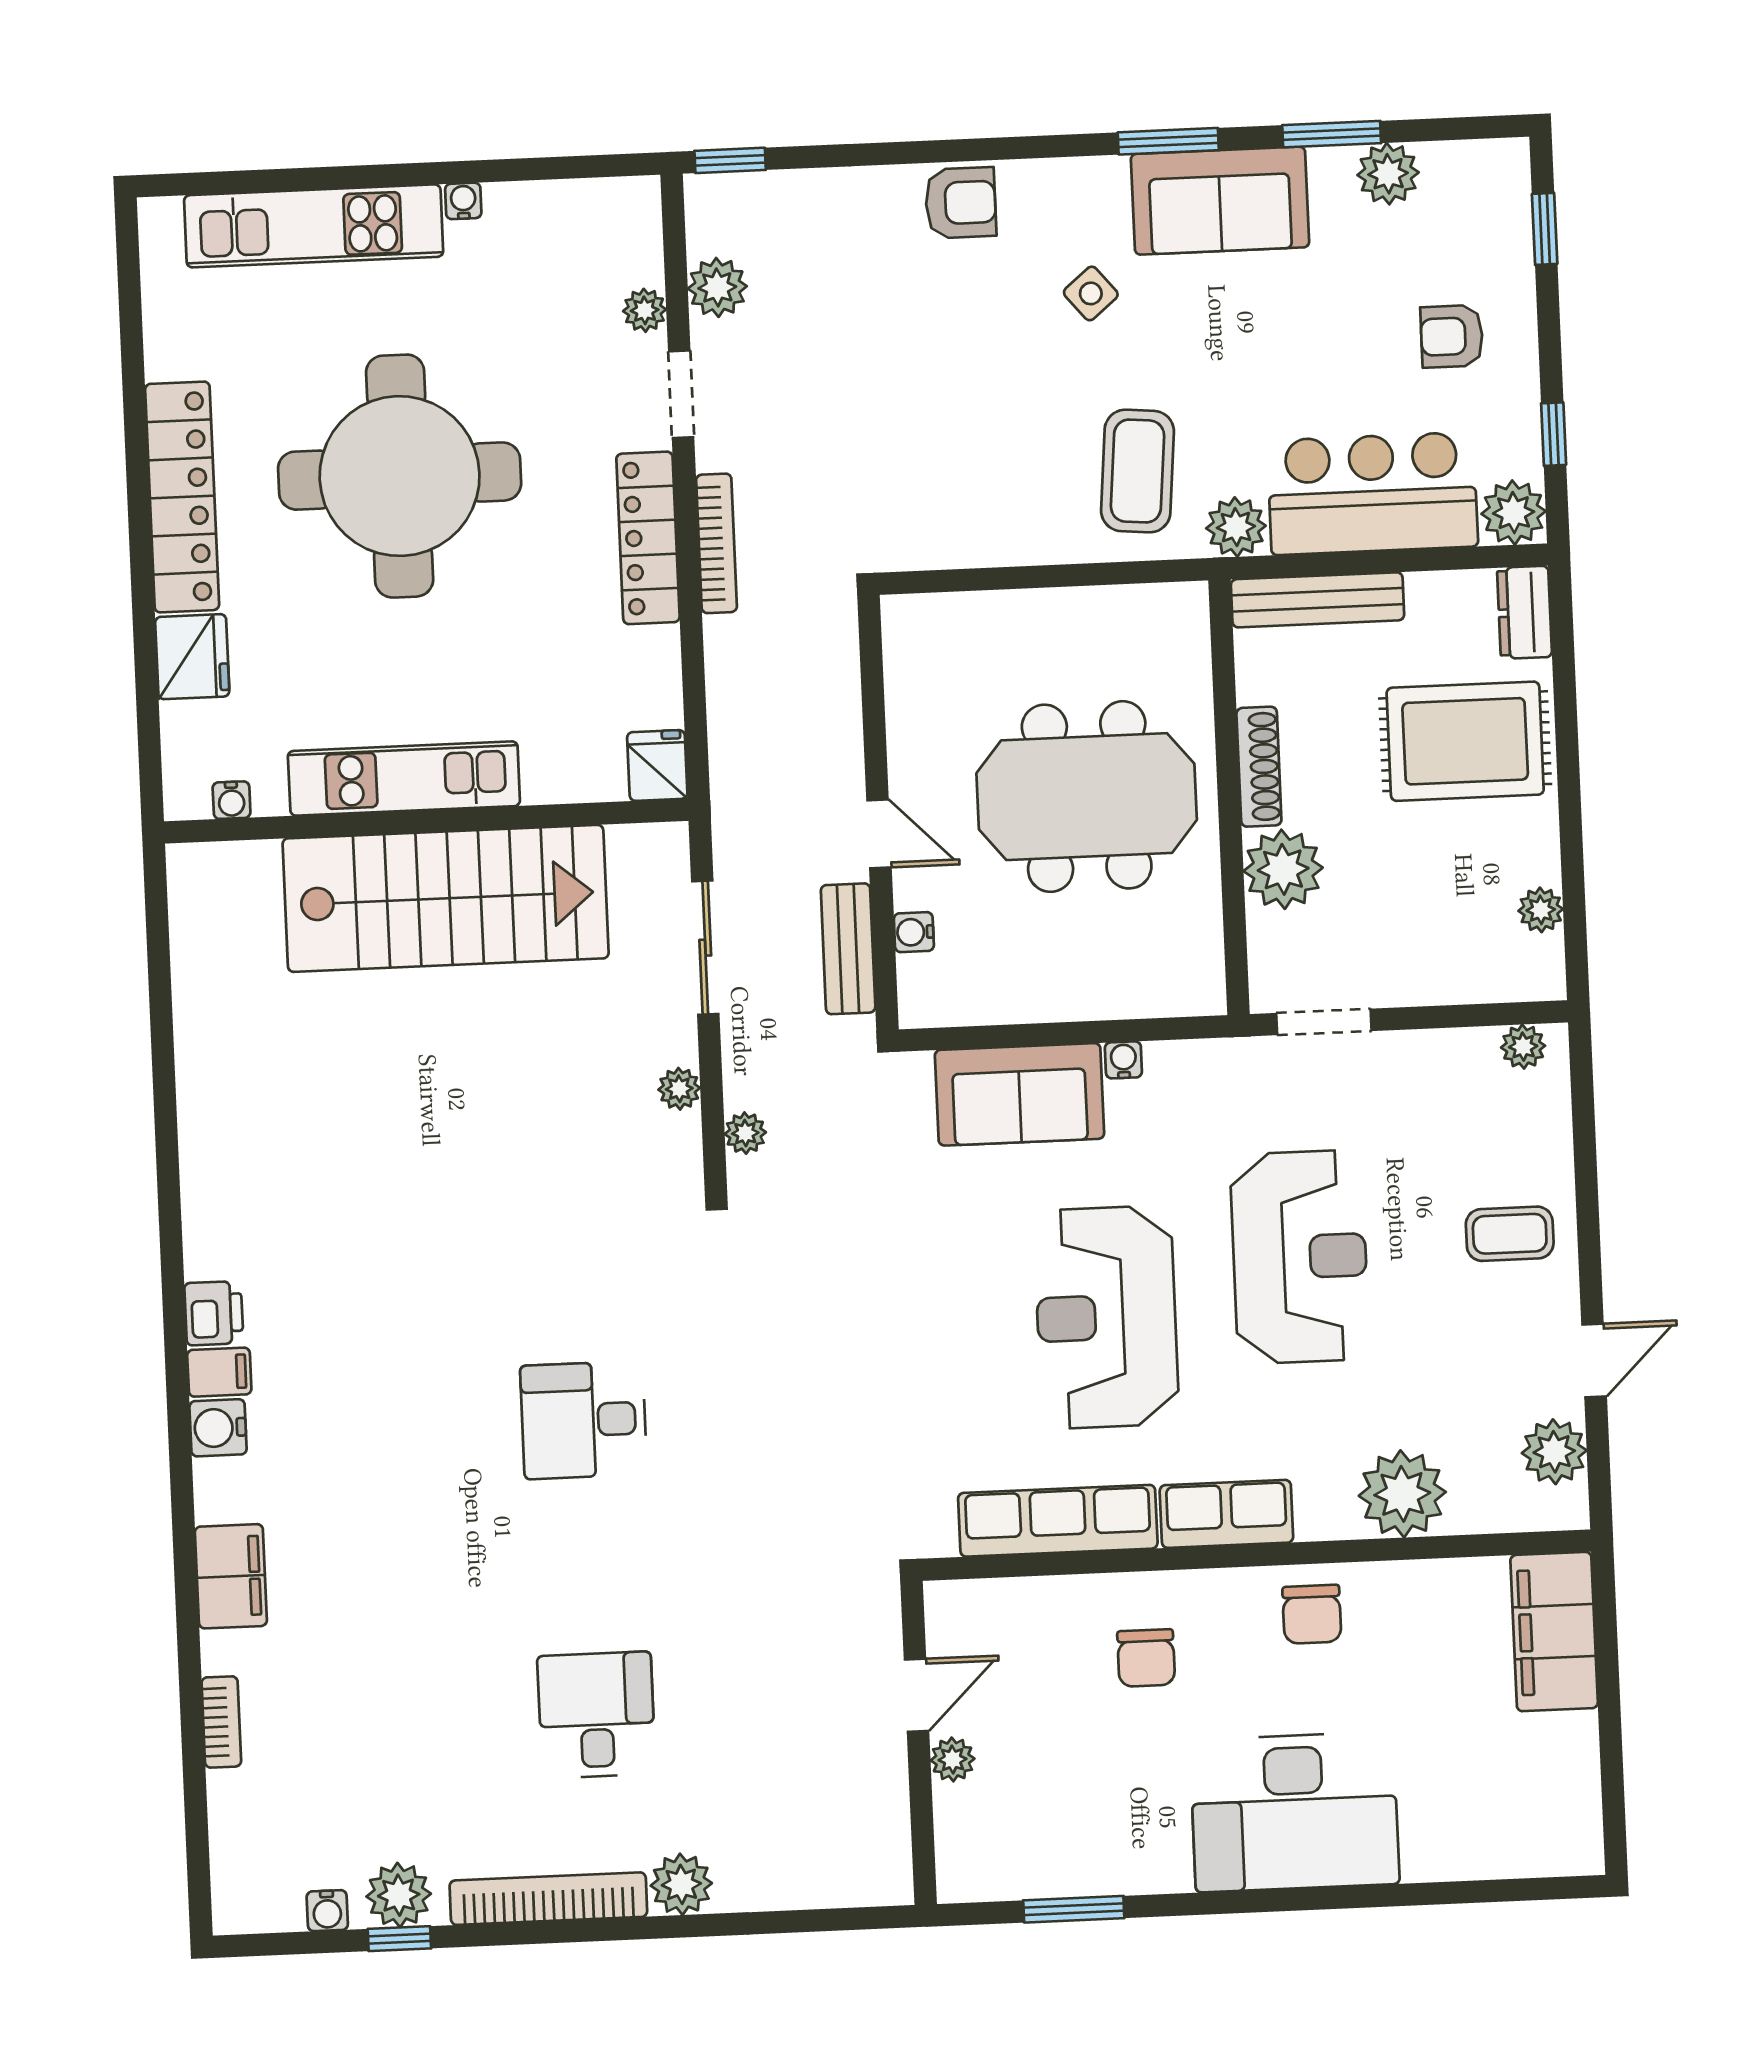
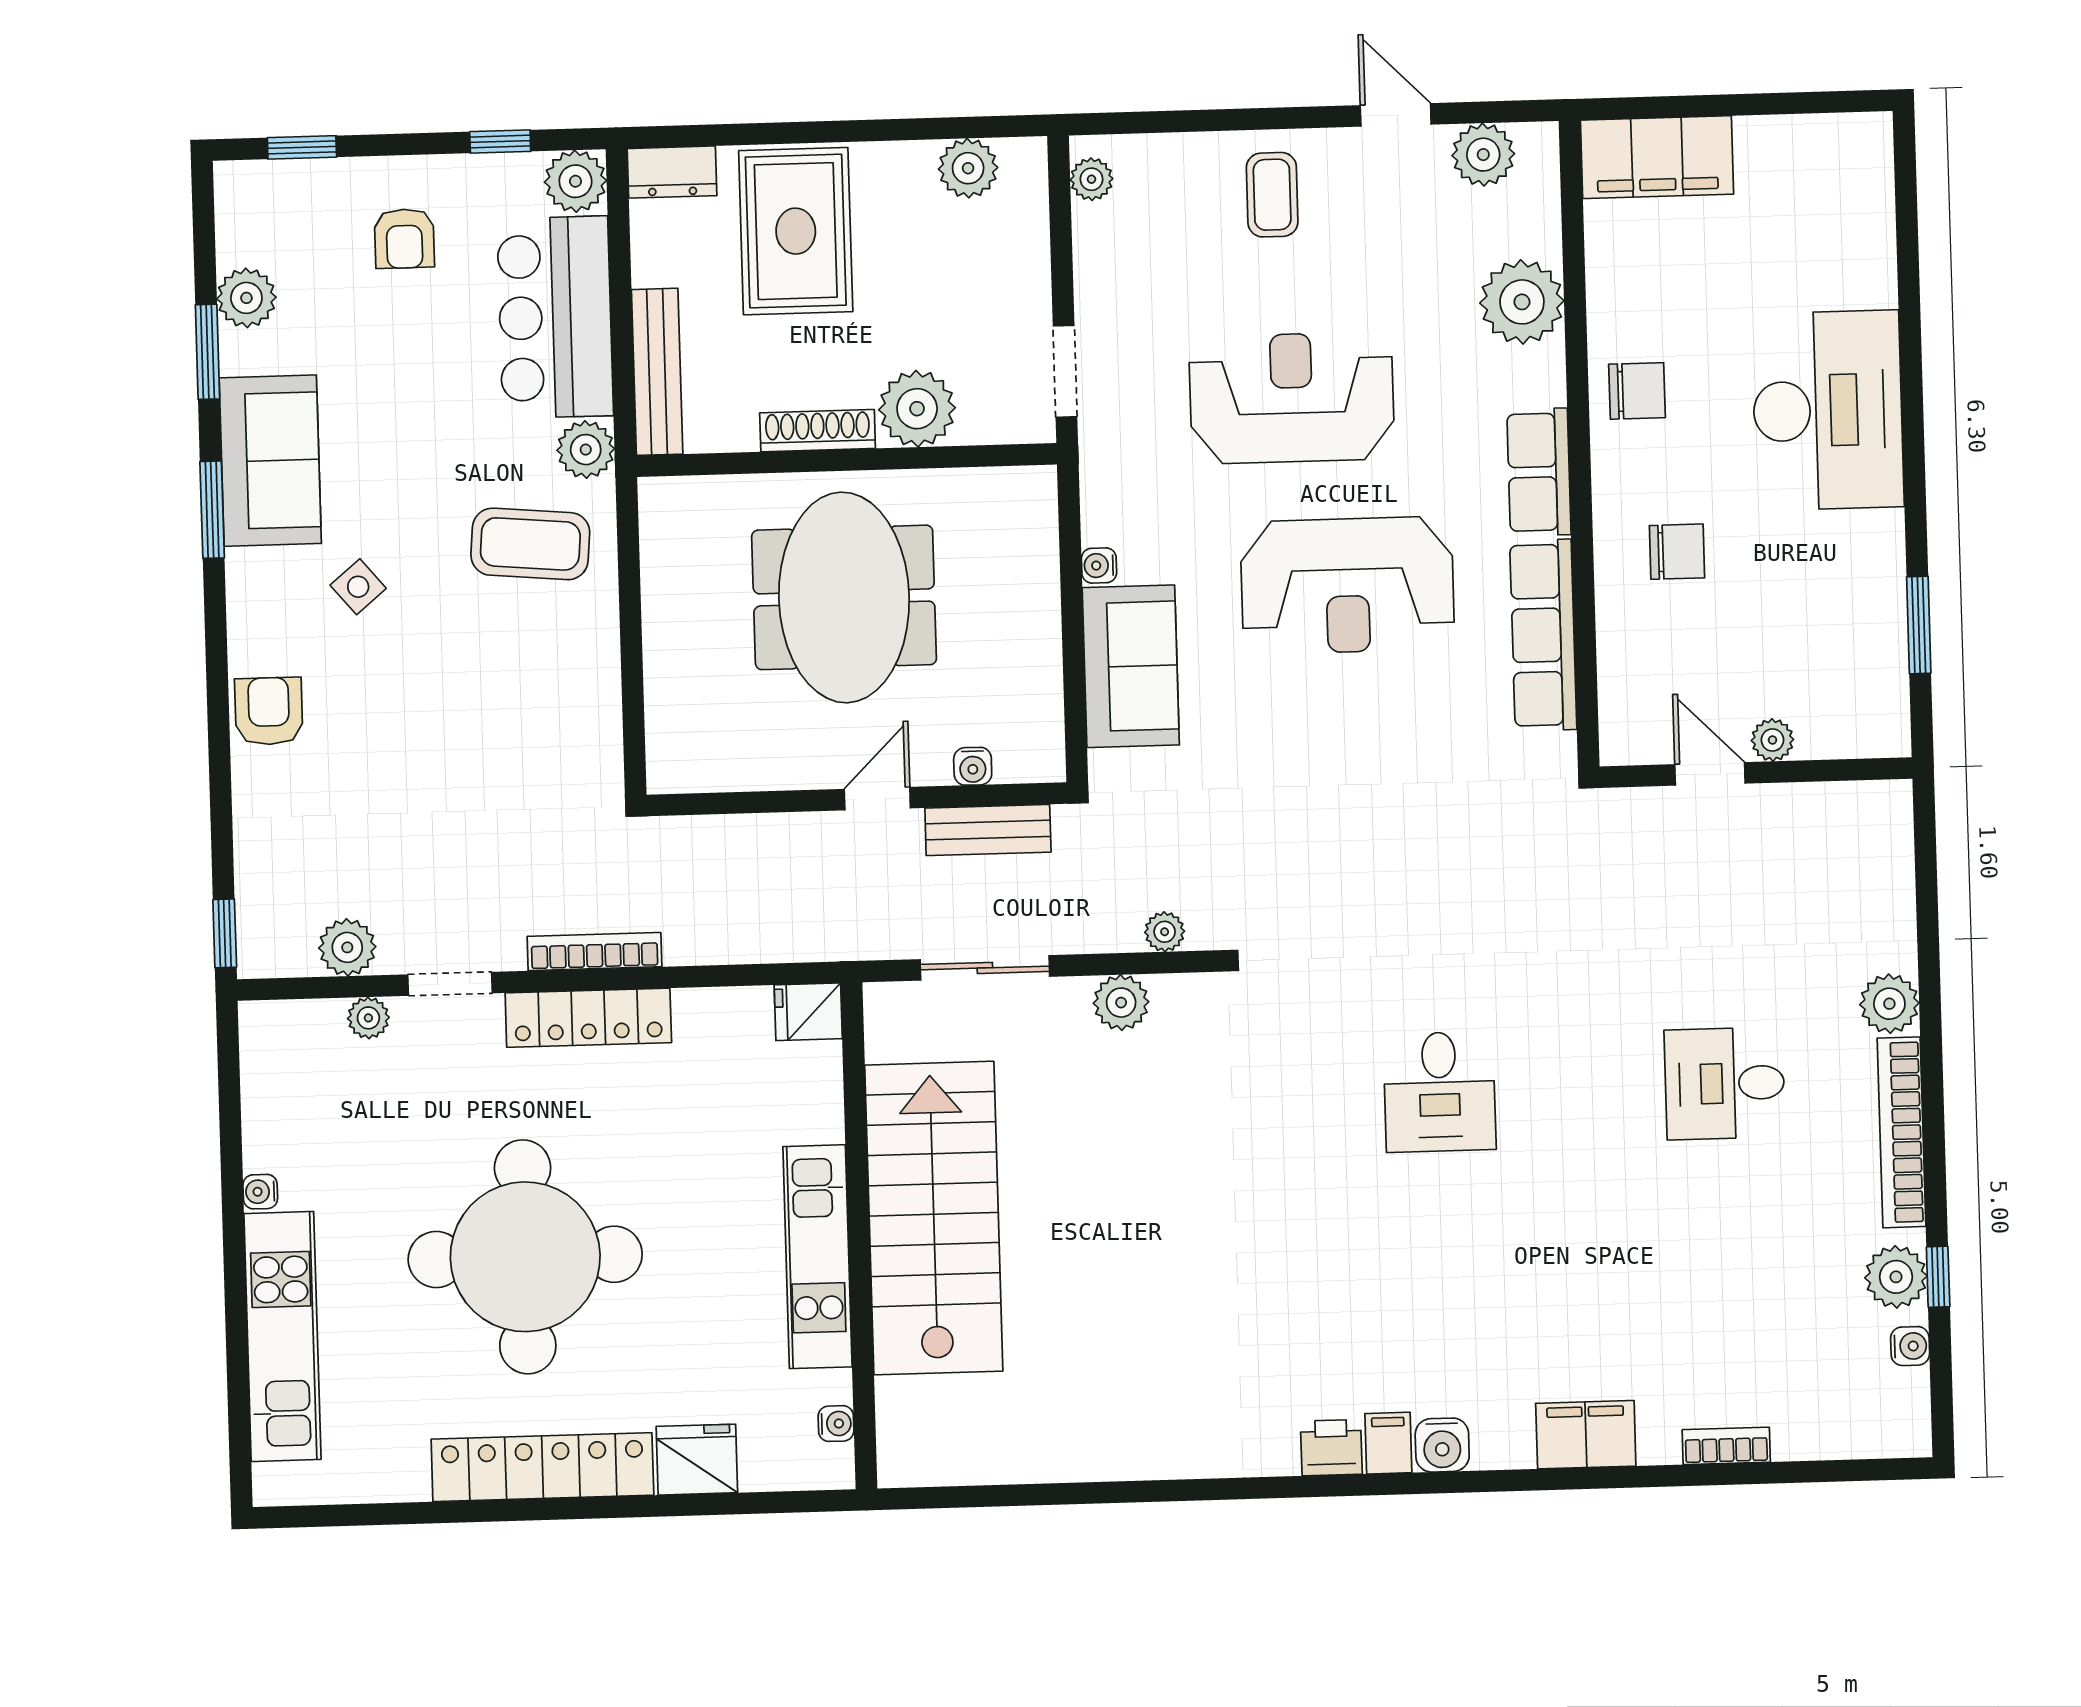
plant: (1541, 910) -> (968, 168), width x1.38, depth x1.38
plant: (679, 1089) -> (1121, 1003), width x1.38, depth x1.38

